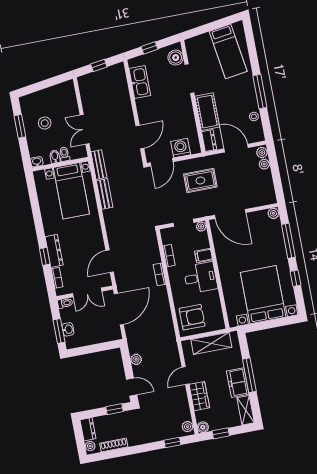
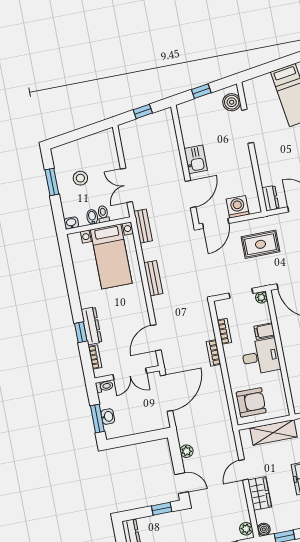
kitchen sink: (140, 82) -> (196, 159), moved, width x0.73
cot: (207, 112) -> (268, 165), removed
bench: (105, 194) -> (153, 278), moved

